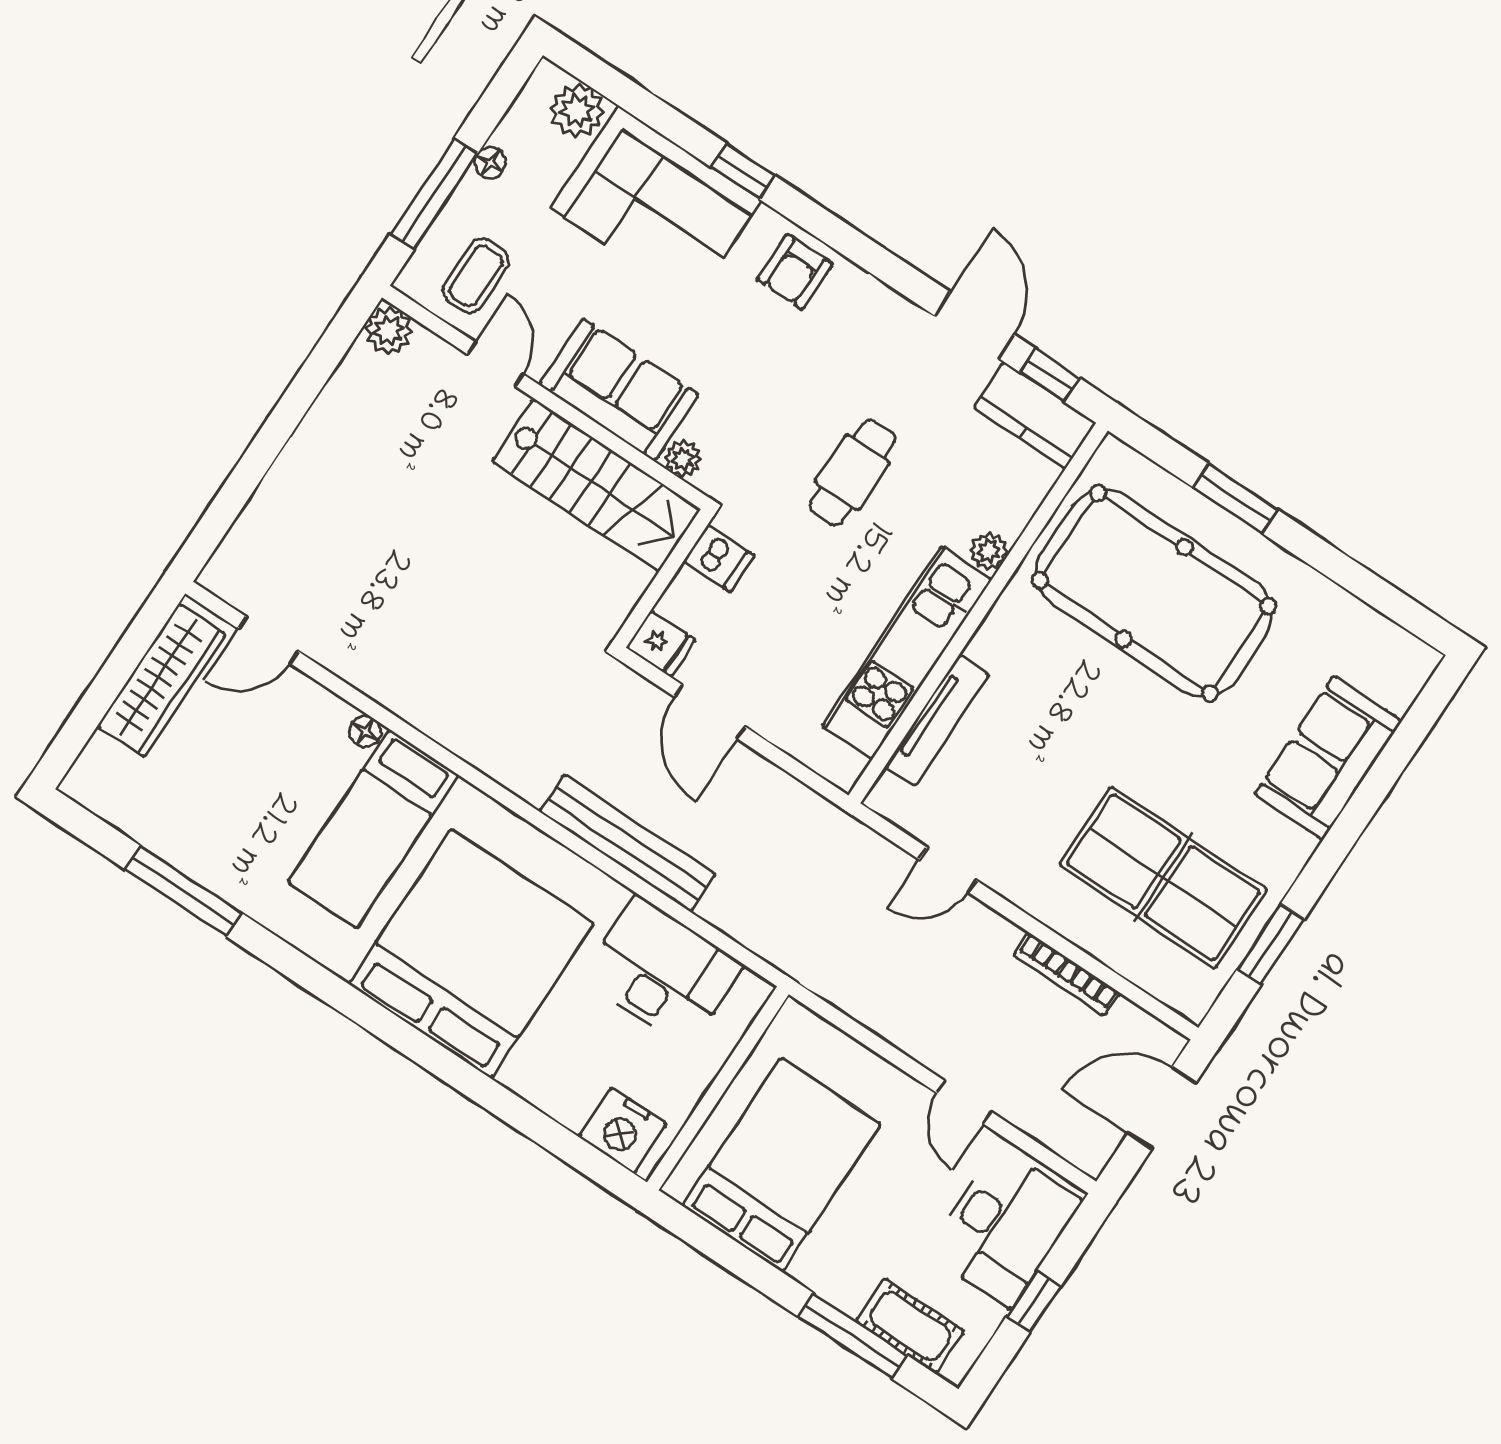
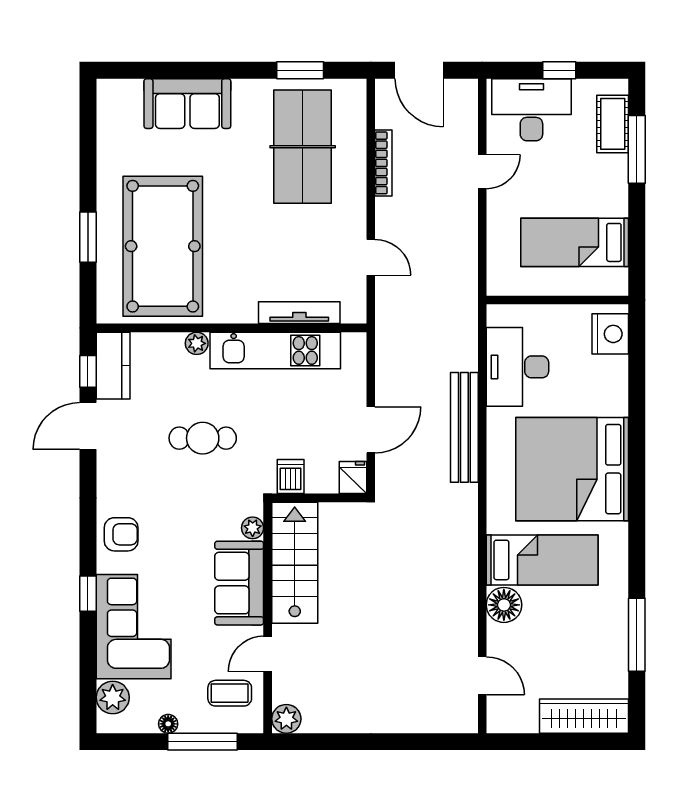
wardrobe: (162, 680) -> (584, 716), moved
floor lamp: (365, 731) -> (504, 605), width x1.89, depth x1.89
bed: (782, 1165) -> (575, 242), width x0.67

